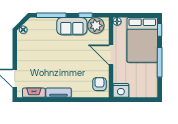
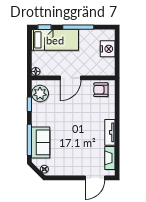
sofa: (72, 26) -> (41, 142), moved
bed: (142, 40) -> (55, 40), width x0.67
nightstand: (121, 90) -> (108, 49), moved

